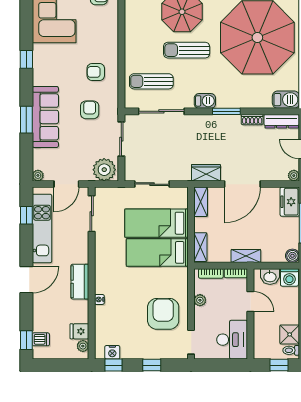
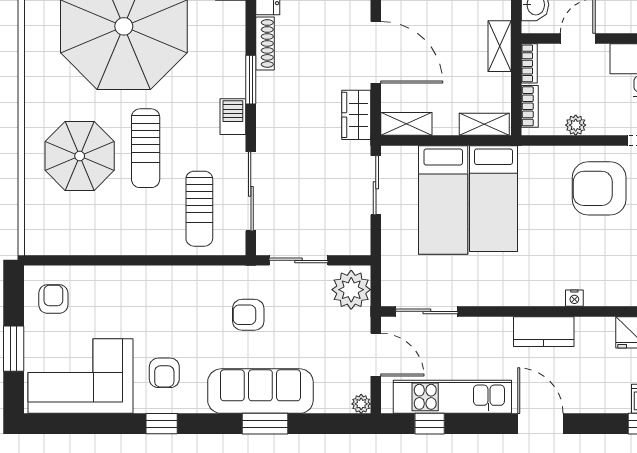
armchair: (96, 72) -> (164, 373), moved
shoe rack: (252, 120) -> (265, 43), width x1.43
sliding door: (152, 184) -> (376, 185), moved

